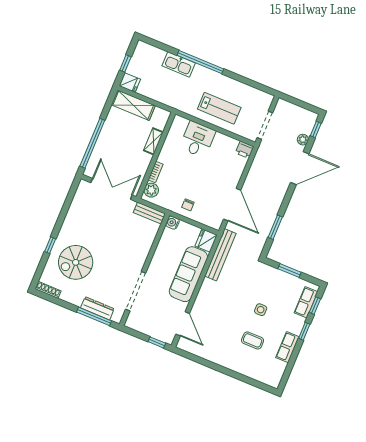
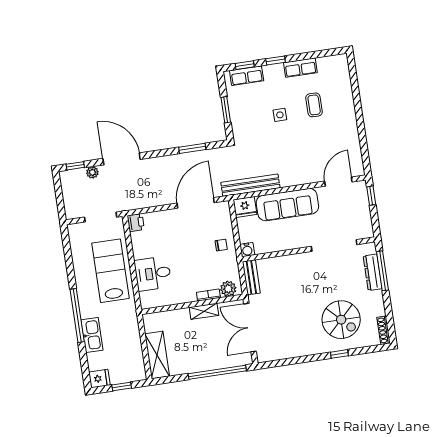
fridge: (130, 83) -> (99, 379), moved, turned 90
lab bench: (219, 108) -> (111, 271), width x1.36, depth x1.39
shelving: (153, 141) -> (204, 311), moved

